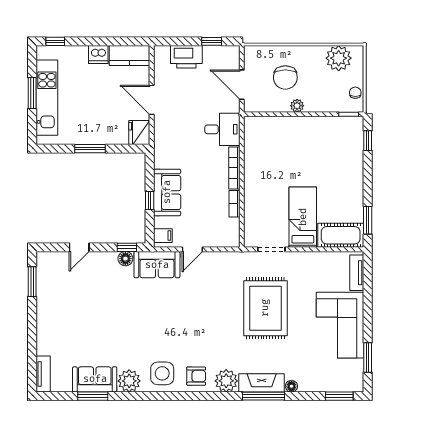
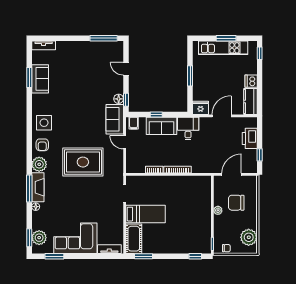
desk: (222, 129) -> (188, 128), moved, turned 180
window: (32, 282) -> (104, 38), width x1.44
rug: (265, 308) -> (83, 162), moved
plant: (129, 381) -> (39, 238), moved

